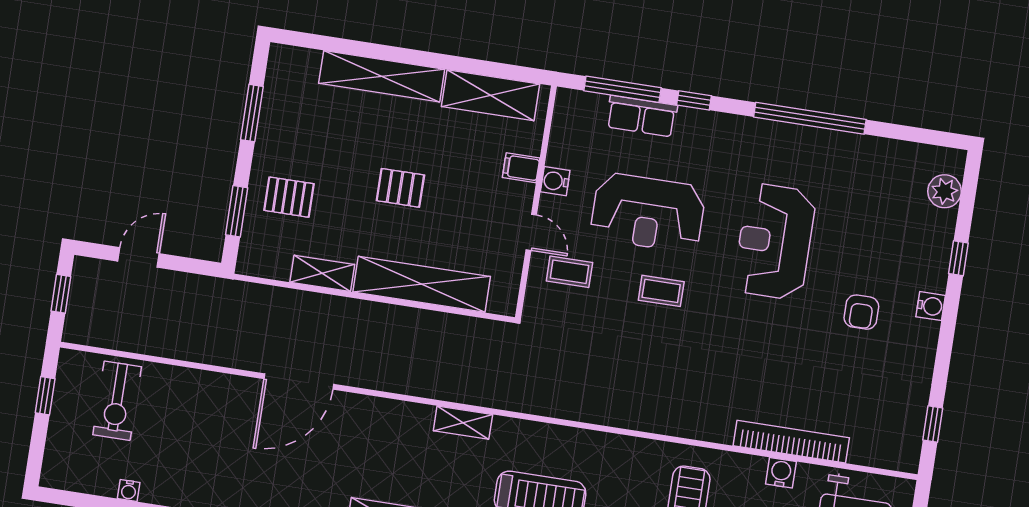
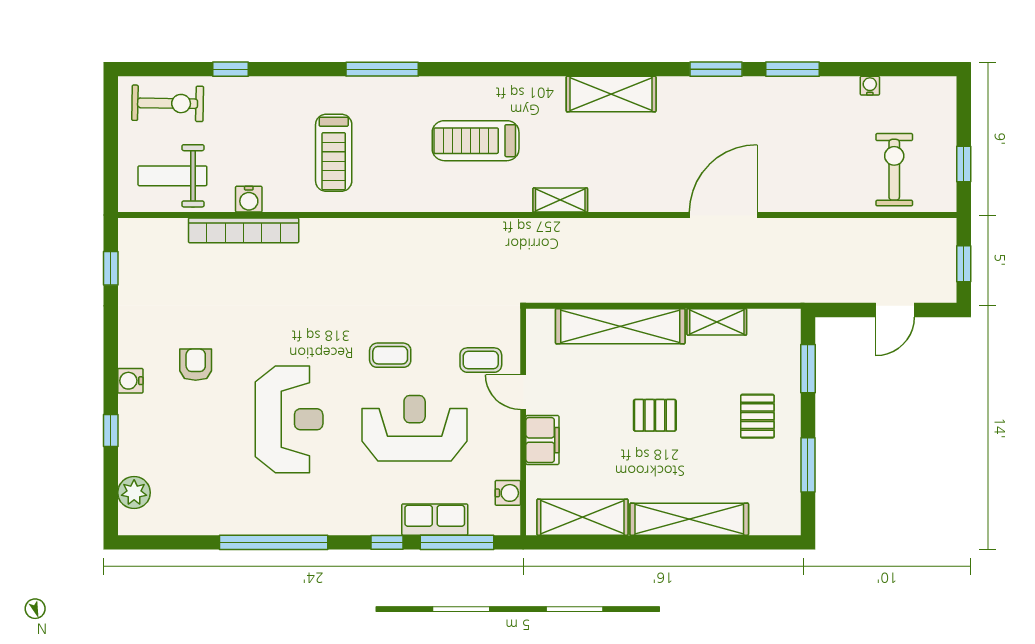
filing cabinet: (521, 168) -> (542, 440), width x2.00
water cooler: (555, 181) -> (508, 493), moved
pallet: (289, 197) -> (757, 416), moved, turned 90

